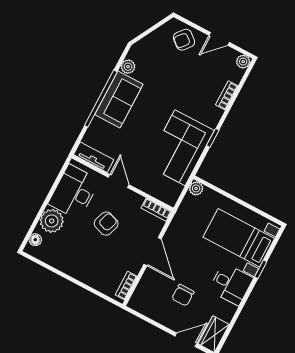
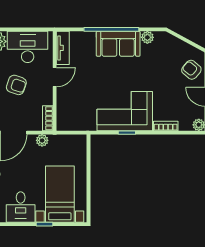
corner sofa: (180, 148) -> (125, 111), moved
plant: (196, 188) -> (42, 140), moved

